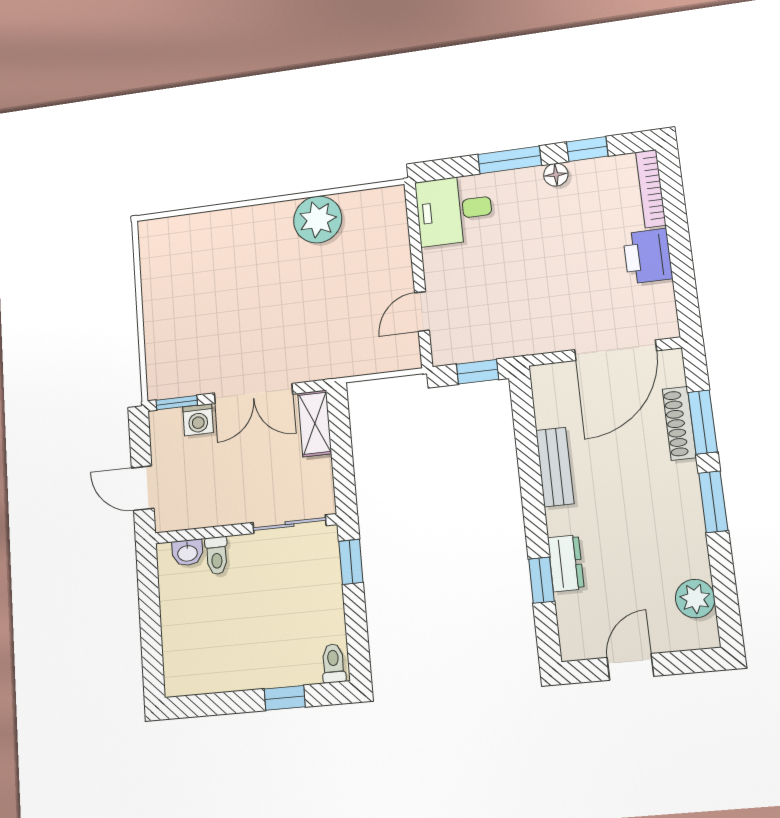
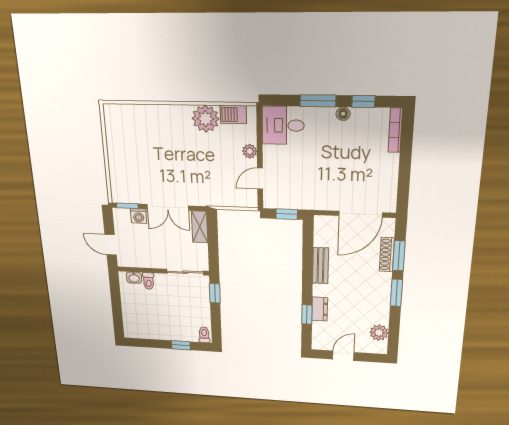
barbecue: (366, 205) -> (233, 115), added
printer: (648, 256) -> (387, 168), removed
plant: (399, 264) -> (250, 151), added

